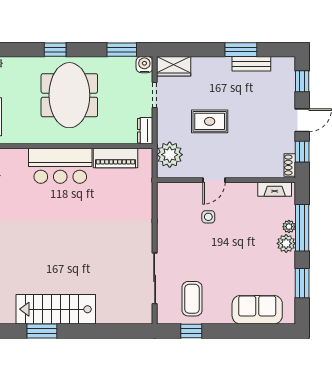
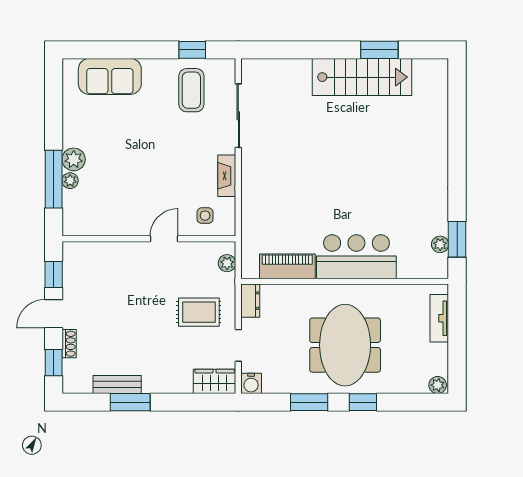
window: (122, 50) -> (309, 402), moved
rug: (210, 121) -> (199, 312), moved
plant: (170, 155) -> (227, 263), width x0.53, depth x0.53
shoe rack: (290, 165) -> (69, 344), moved
fireplace: (275, 189) -> (227, 176), moved, turned -90
side table: (208, 217) -> (205, 216), moved
window: (302, 283) -> (54, 110), removed

